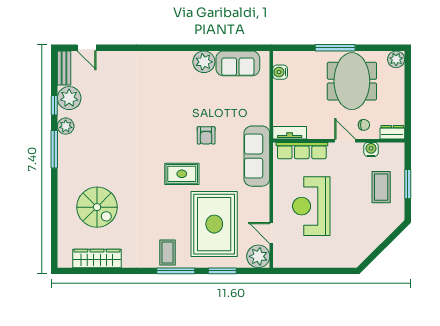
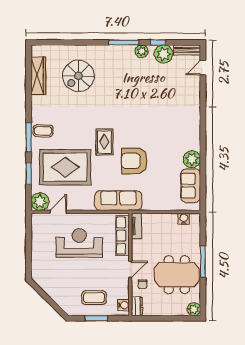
armchair: (206, 135) -> (134, 161), width x1.88, depth x1.88
water cooler: (371, 149) -> (123, 305), moved

